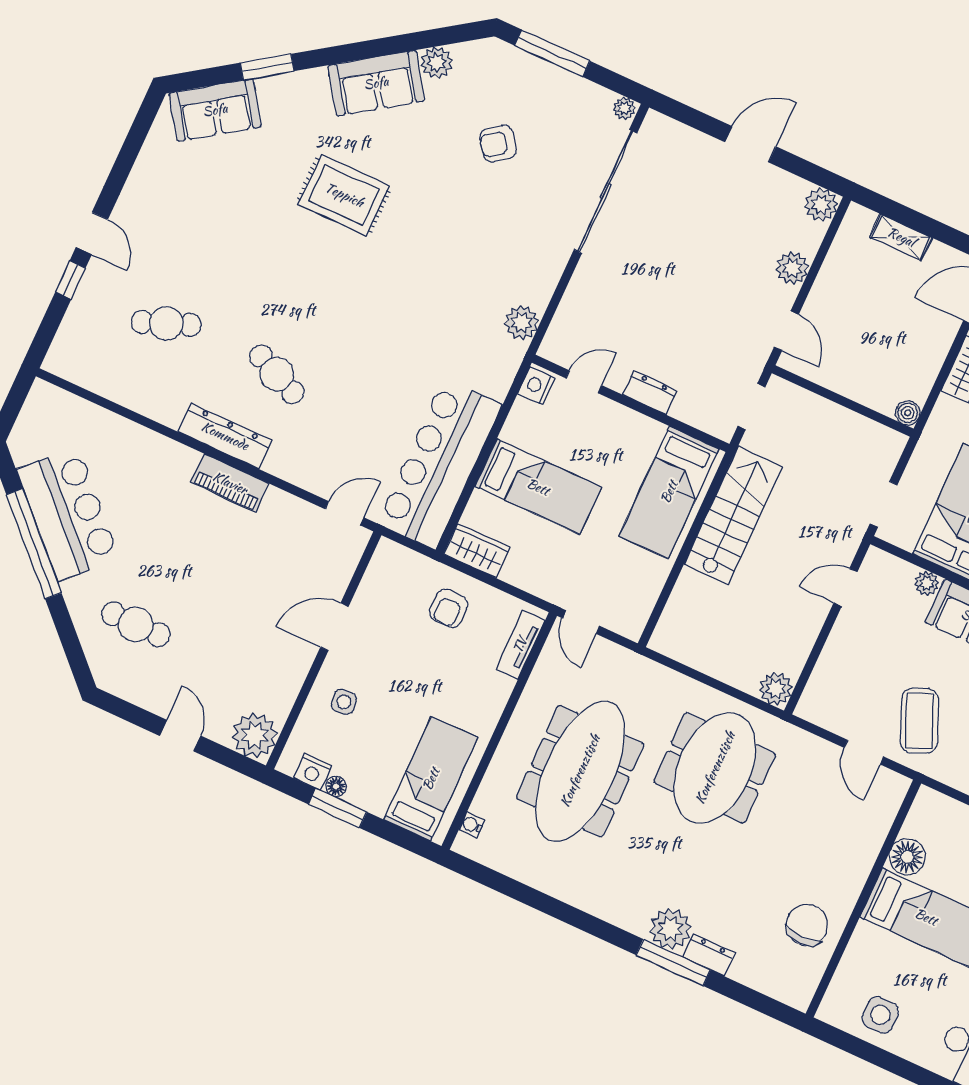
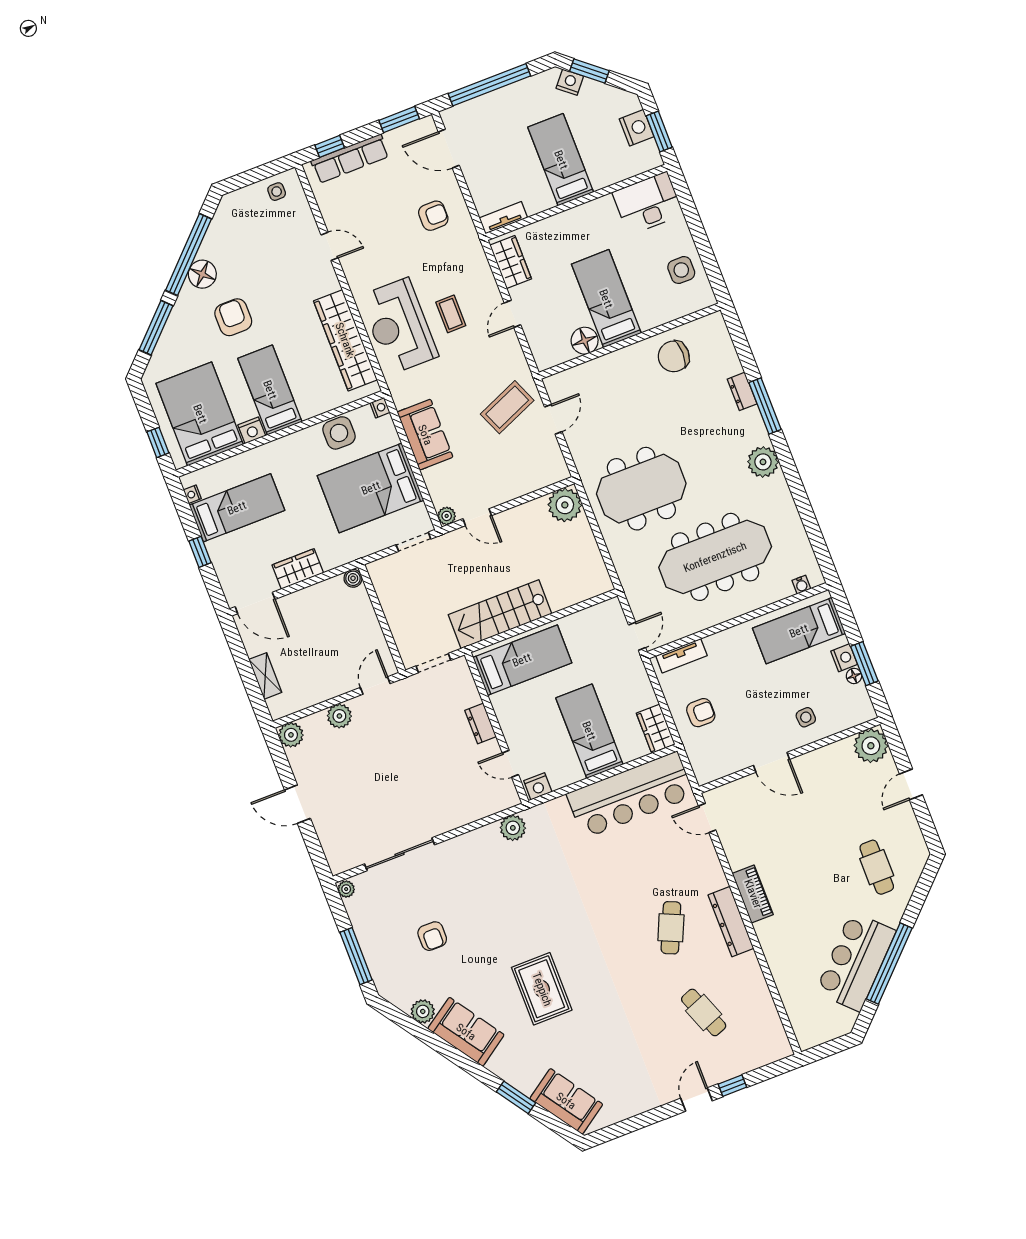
armchair: (498, 143) -> (432, 936), turned 37
sliding door: (606, 191) -> (399, 854), width x0.73
plant: (927, 583) -> (447, 516), moved
plant: (776, 689) -> (565, 505), width x1.36, depth x1.36
nightstand: (313, 772) -> (844, 658), moved
plant: (670, 929) -> (763, 462), moved

